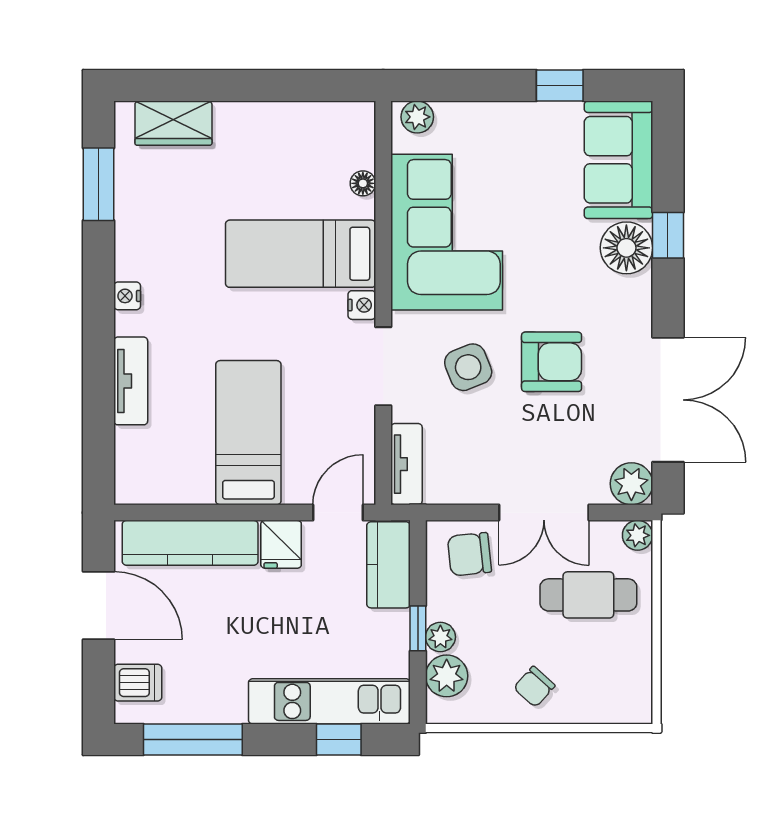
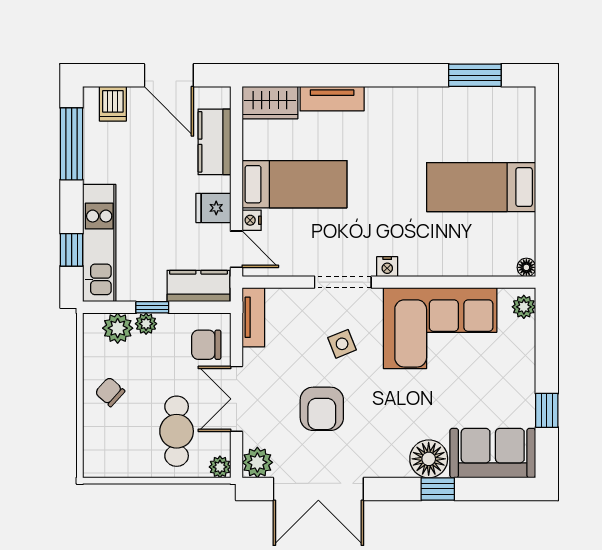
wardrobe: (173, 123) -> (270, 103), moved, turned -90
floor lamp: (363, 183) -> (526, 267), moved
bed: (301, 254) -> (481, 187), moved, turned -90
nightstand: (127, 296) -> (252, 220), moved, turned -90
armchair: (552, 362) -> (322, 409), moved
side table: (468, 367) -> (342, 344), width x0.73, depth x0.73
tv unit: (406, 464) -> (253, 317), moved, turned -90
kitchen counter: (190, 543) -> (214, 142), width x0.67
chair: (469, 554) -> (206, 345), turned -84
door: (99, 606) -> (169, 75), hinge flipped

